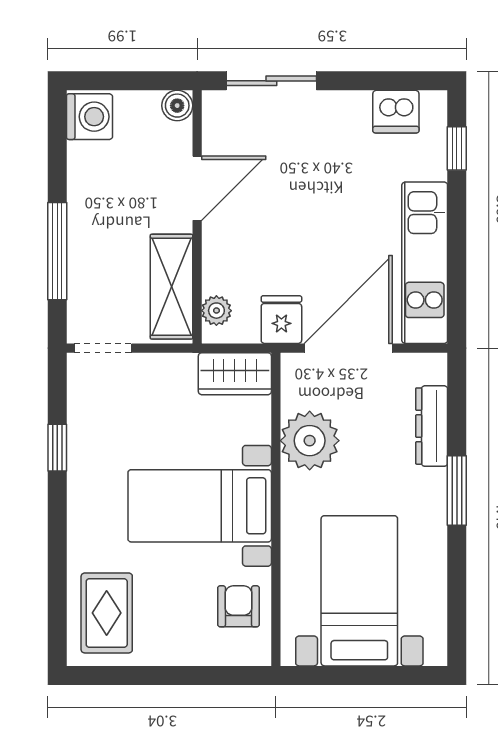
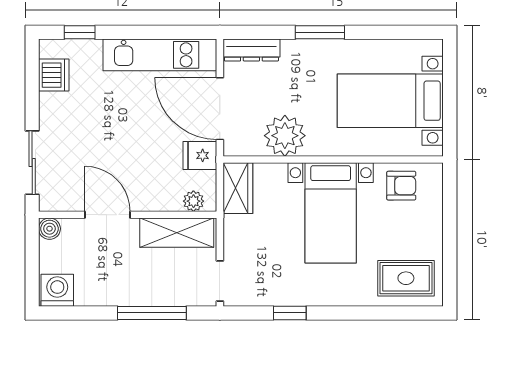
dresser: (432, 426) -> (251, 50), moved
armchair: (238, 606) -> (401, 186), turned 180

